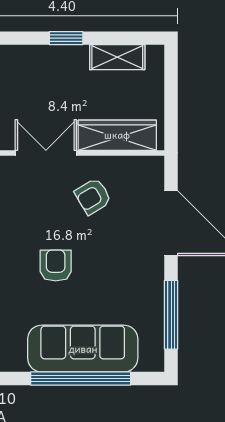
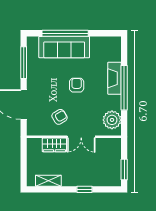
window: (66, 38) -> (85, 189), moved
wardrobe: (117, 135) -> (54, 145), width x0.67
armchair: (56, 266) -> (77, 85), turned 180

